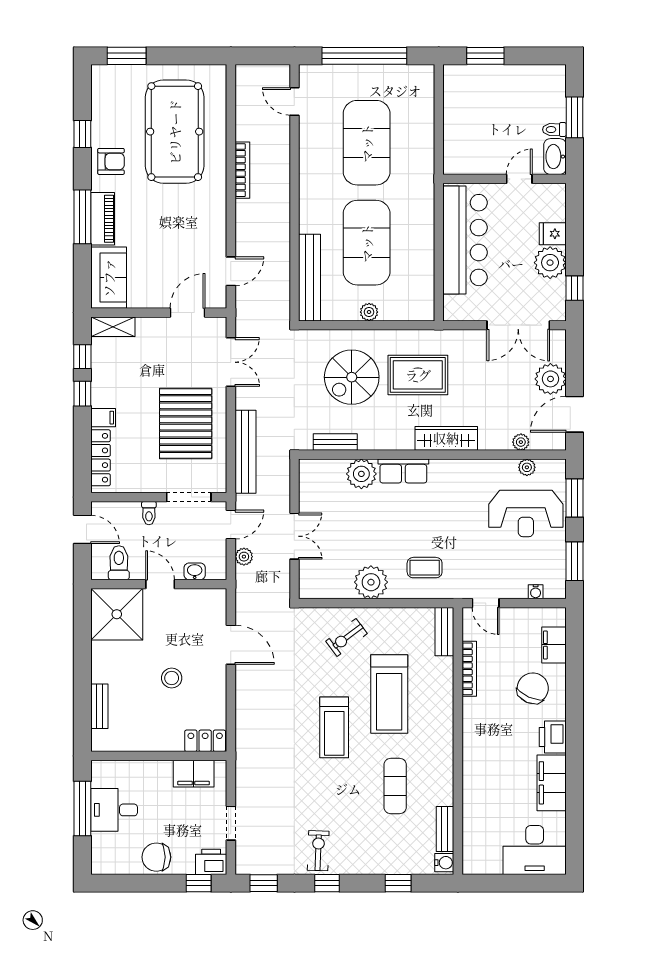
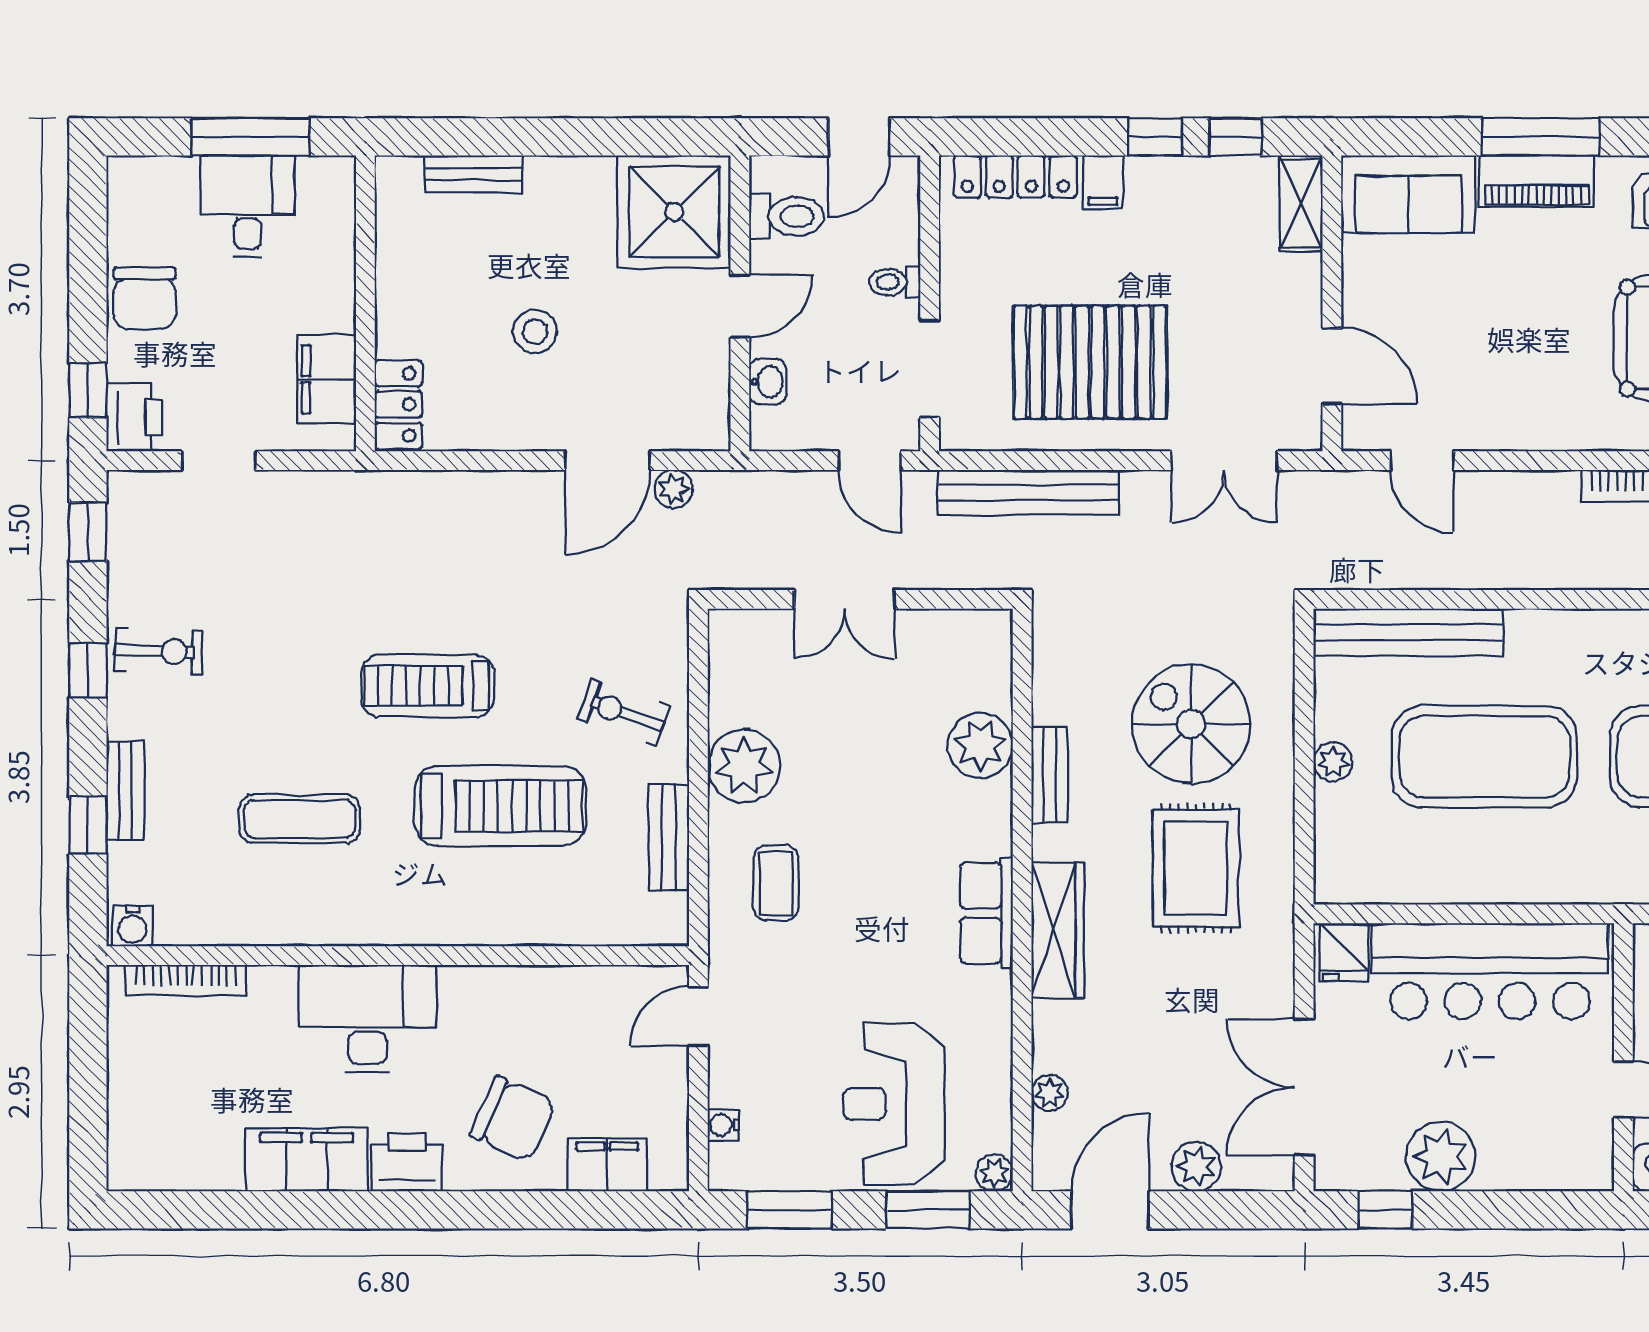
fridge: (553, 234) -> (1344, 952), moved, turned 180
plant: (550, 379) -> (1196, 1167), width x0.73, depth x0.73
door: (575, 414) -> (1110, 1210), hinge flipped
bench: (335, 442) -> (1050, 775), moved
plant: (527, 467) -> (994, 1173), moved
row of seats: (403, 471) -> (986, 913), moved
plant: (244, 557) -> (673, 489), moved
bench: (444, 632) -> (669, 837), moved, turned 90
exercise bike: (347, 637) -> (624, 713), turned -34
bookcase: (469, 669) -> (186, 980), moved
treadmill: (389, 694) -> (500, 806), turned 180
bench: (445, 829) -> (125, 791), moved, turned 90
desk: (535, 850) -> (368, 1019), moved, turned 90
chair: (156, 857) -> (145, 298), turned 180

